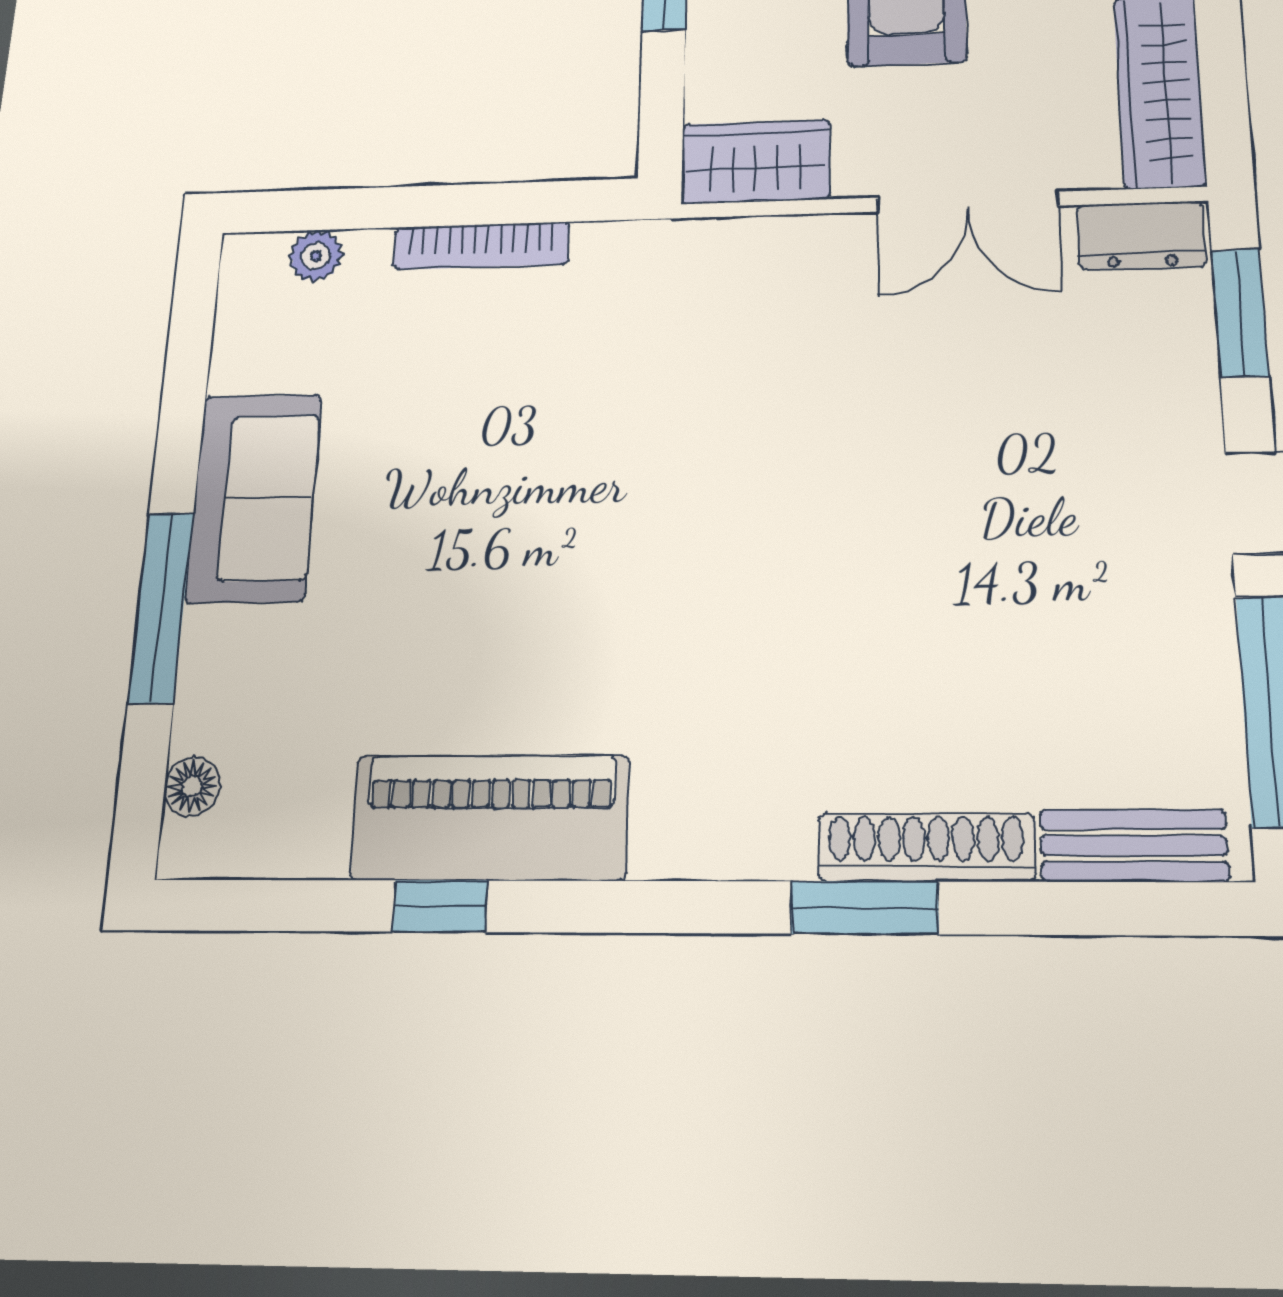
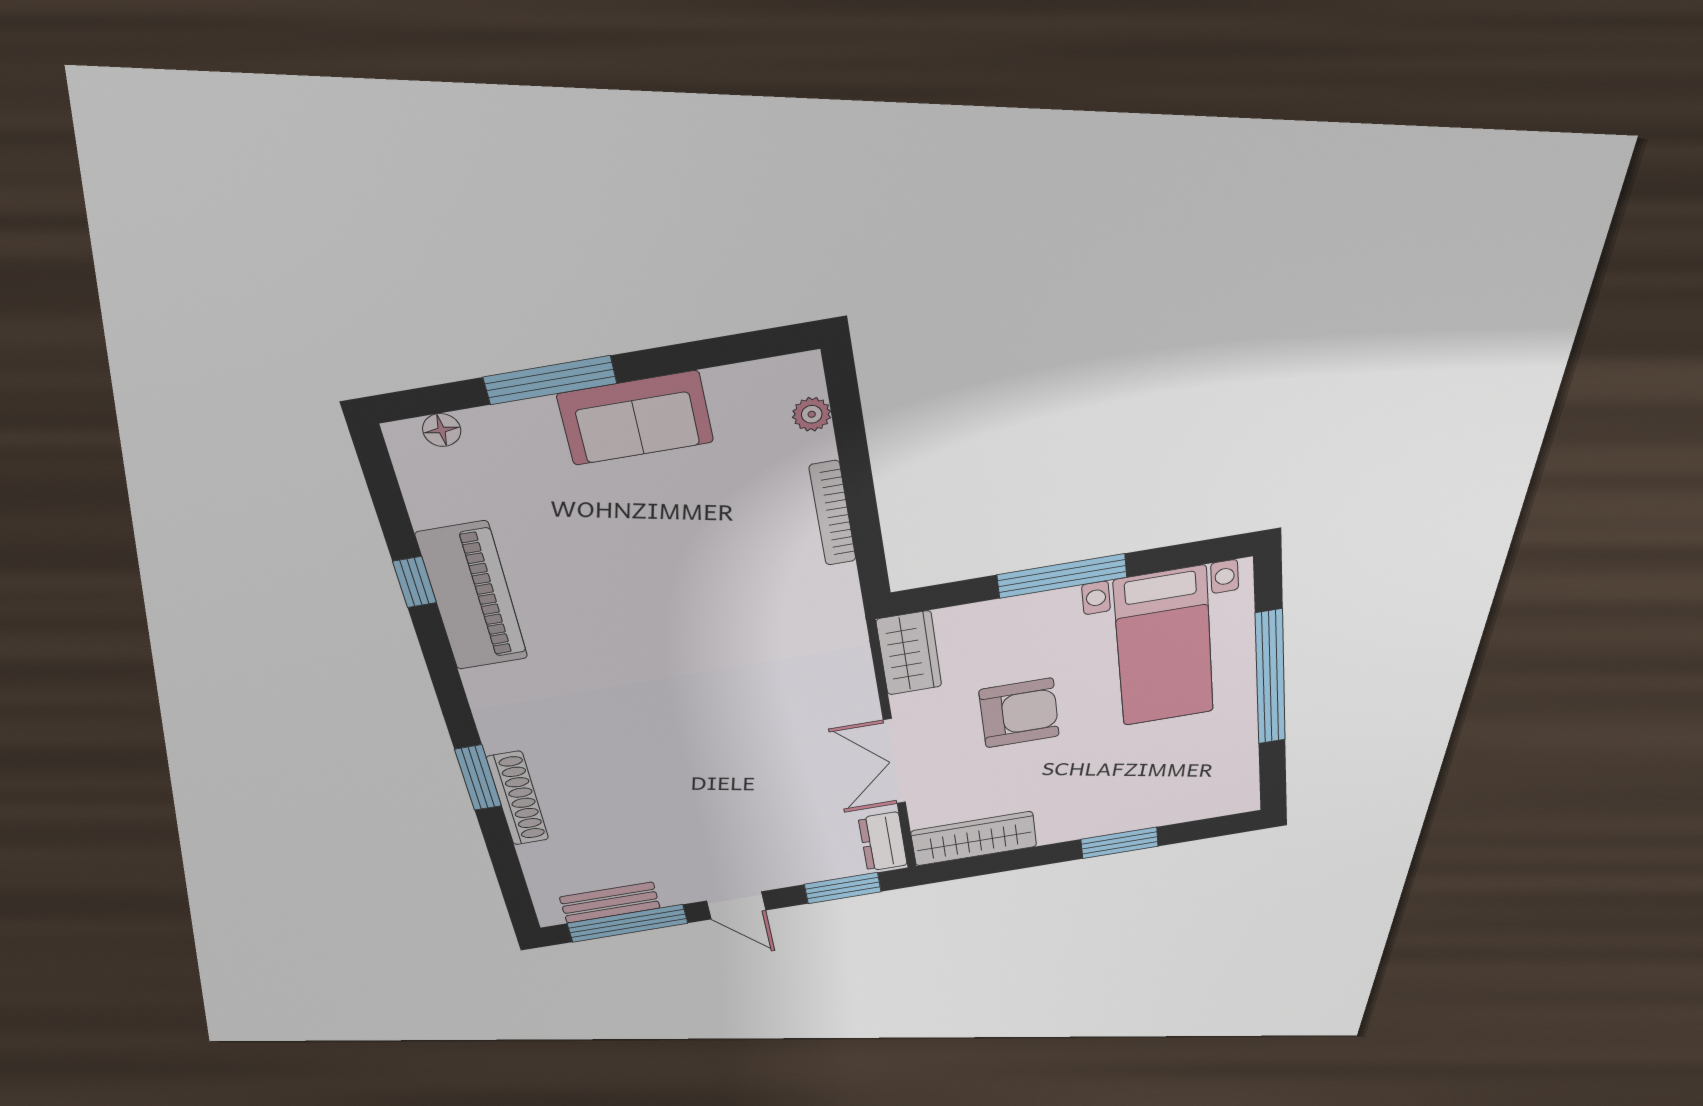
bench: (1134, 846) -> (610, 903), moved, turned 90

